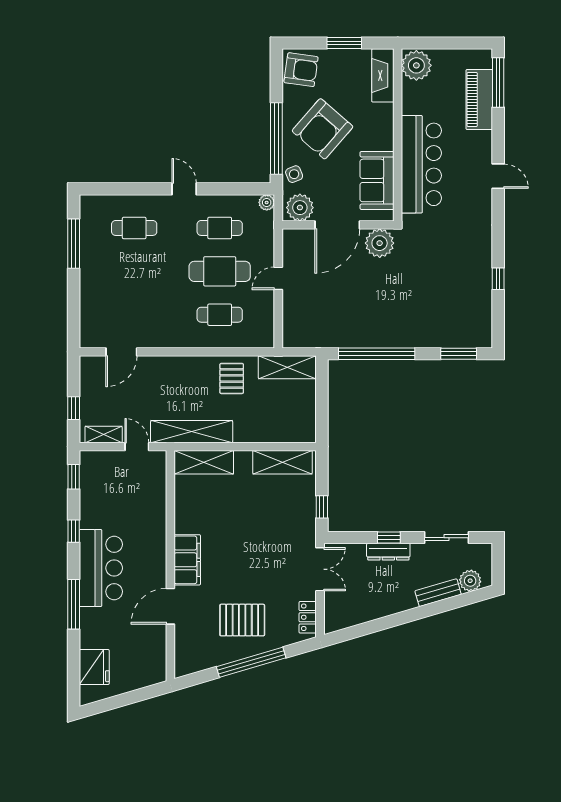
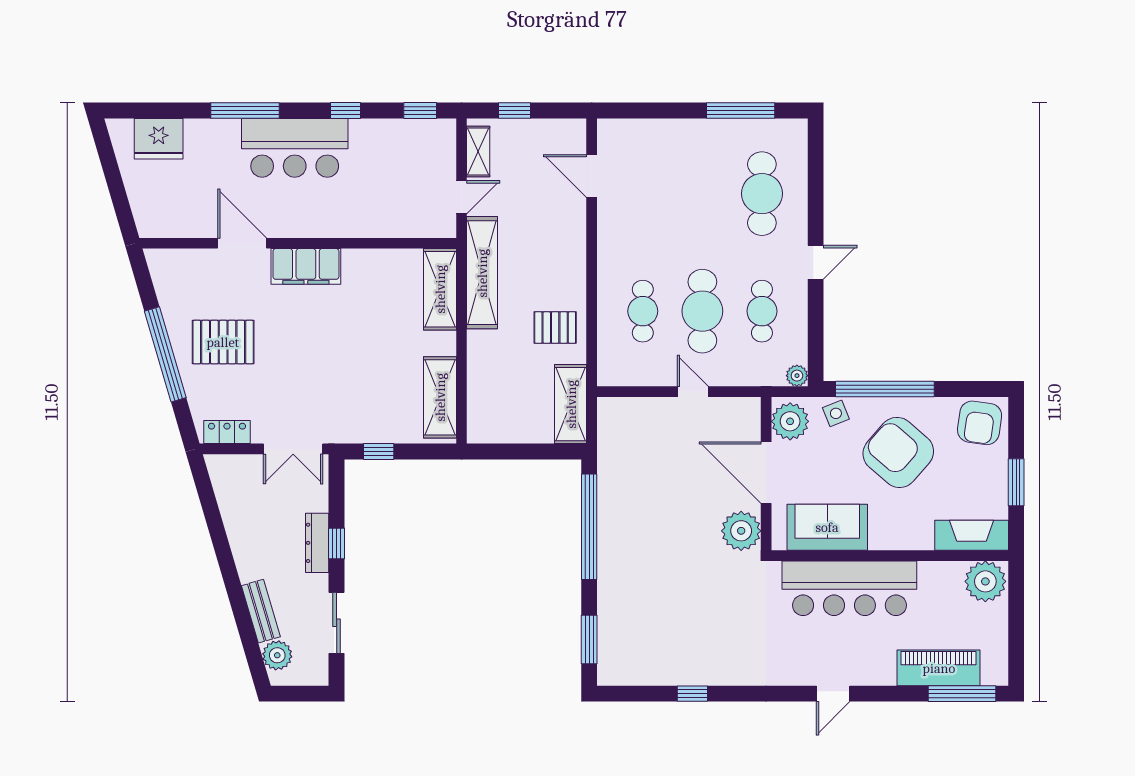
cafe table: (134, 228) -> (762, 194), width x1.37, depth x1.35
pallet: (242, 620) -> (223, 342), turned 90

